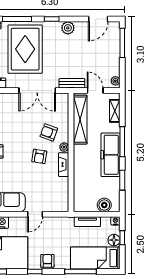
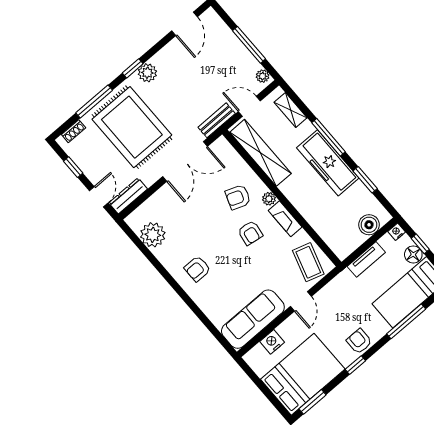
plant: (68, 28) -> (147, 73), moved
window: (122, 43) -> (249, 45), moved
coffee table: (56, 197) -> (308, 262), added

